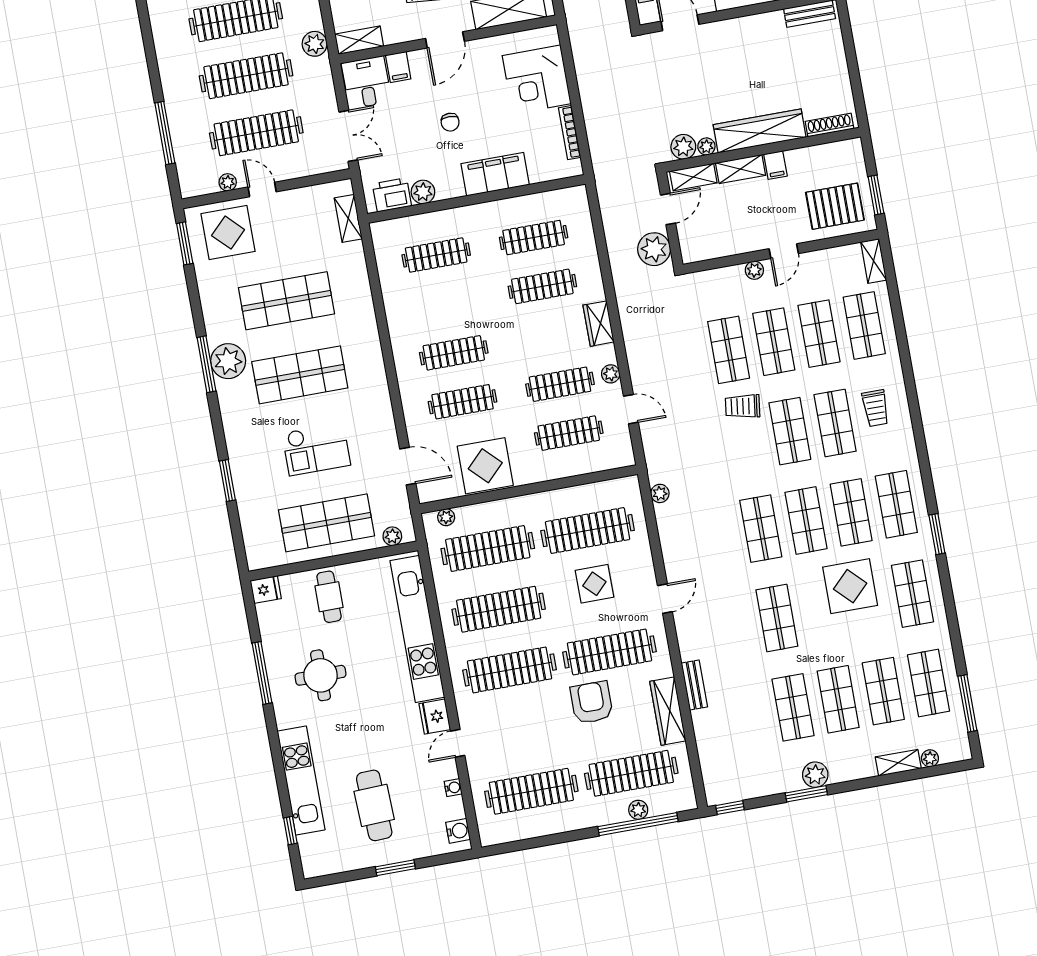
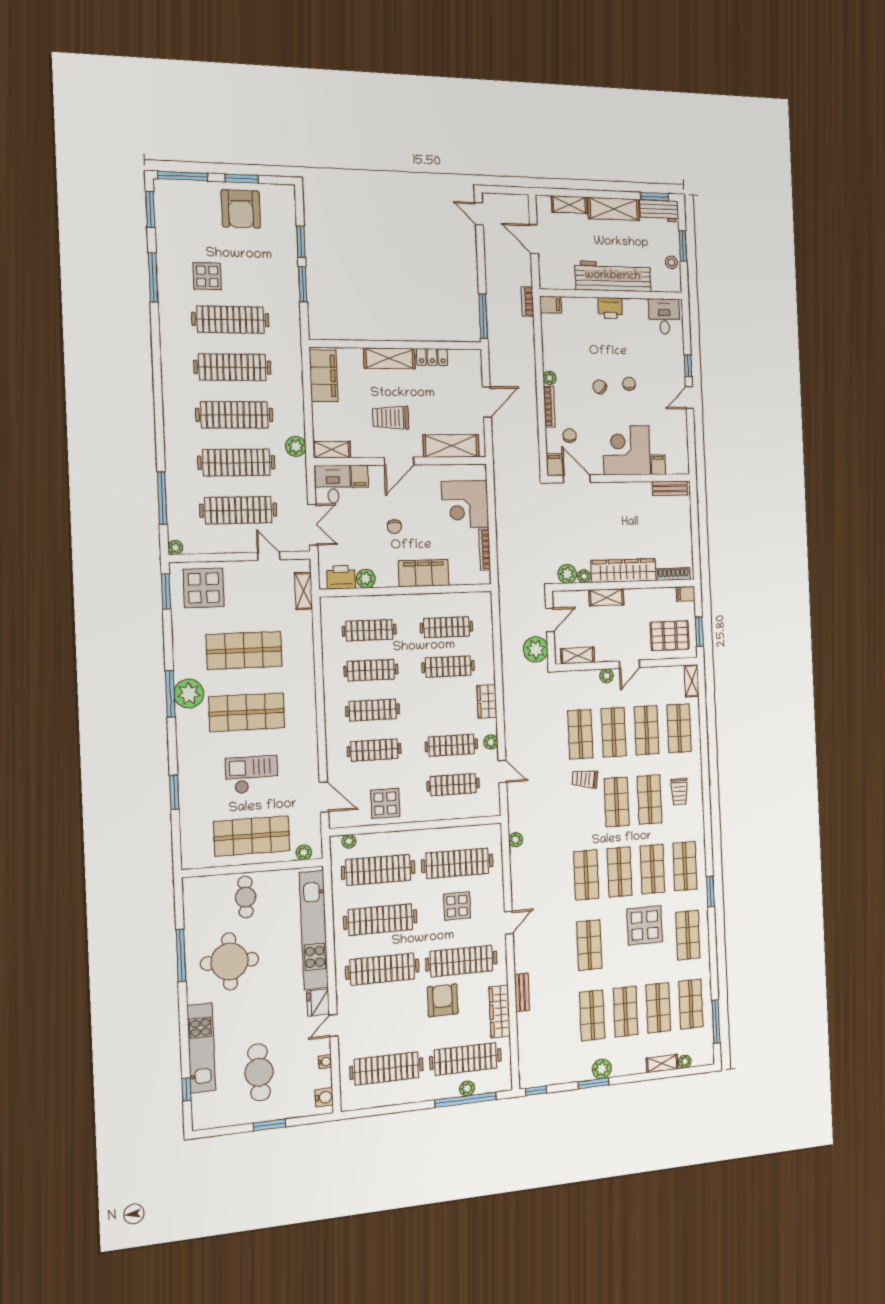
filing cabinet: (775, 165) -> (686, 594), moved, turned 90
shelving: (693, 177) -> (578, 655), moved
plant: (228, 182) -> (175, 548), moved
door: (262, 189) -> (269, 556), moved
clothes rail: (445, 304) -> (371, 670), added
checkout: (316, 449) -> (252, 775), turned 180
display table: (485, 466) -> (385, 803), width x0.73, depth x0.73
fridge: (266, 590) -> (194, 886), removed
round table: (321, 675) -> (230, 961), width x1.36, depth x1.36

